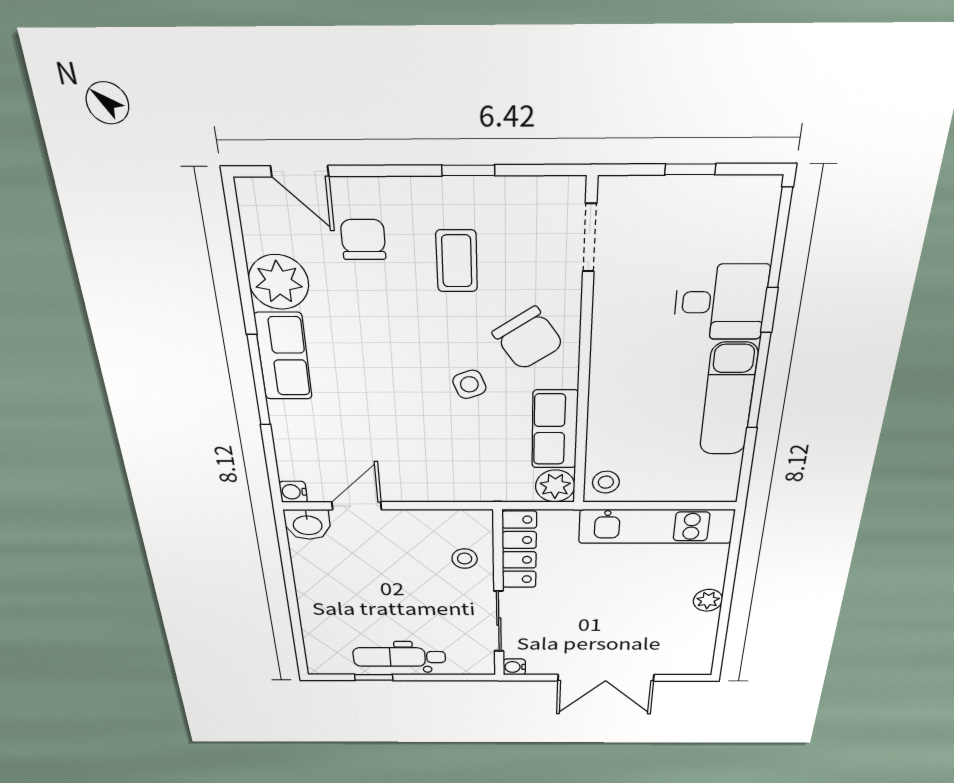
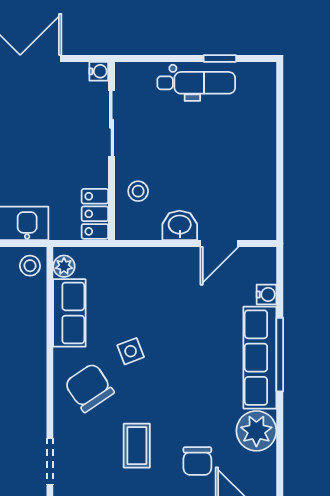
row of seats: (283, 356) -> (260, 358), width x1.48
plant: (555, 486) -> (64, 266), width x0.73, depth x0.73
water cooler: (293, 492) -> (266, 294), moved
washbasin: (308, 524) -> (180, 225), moved
locker: (519, 550) -> (95, 214), width x0.66

